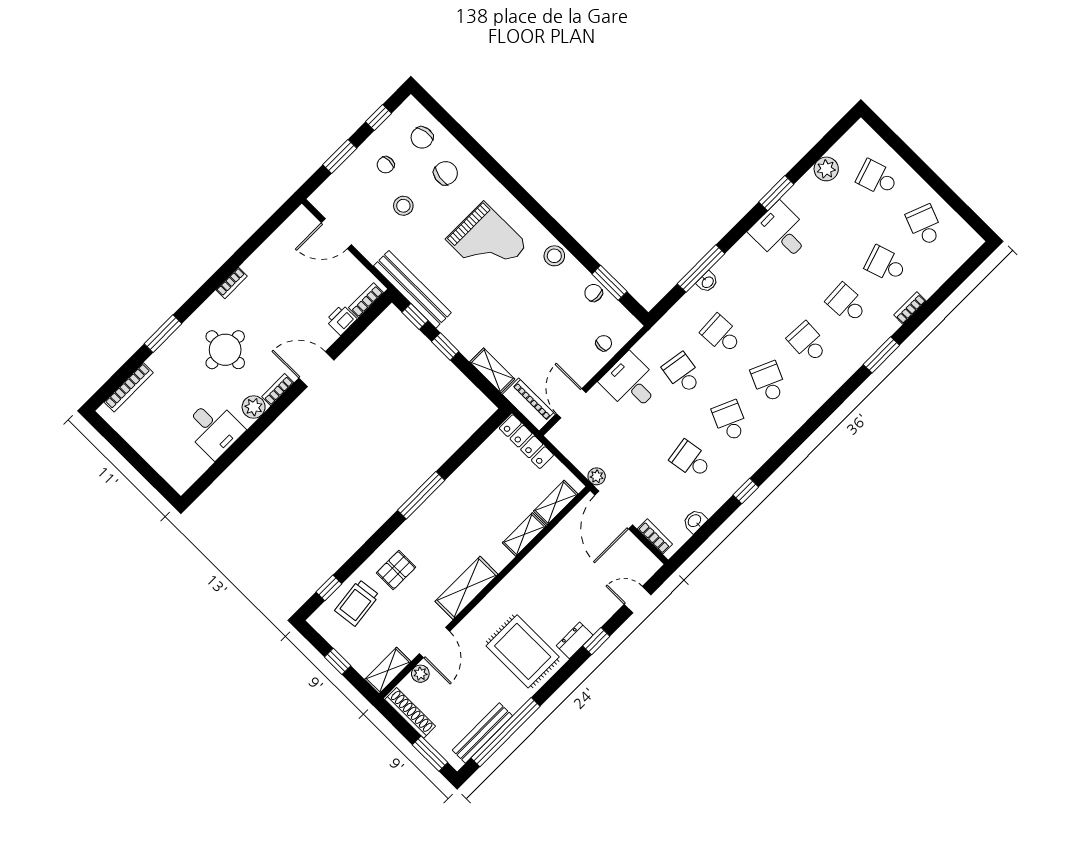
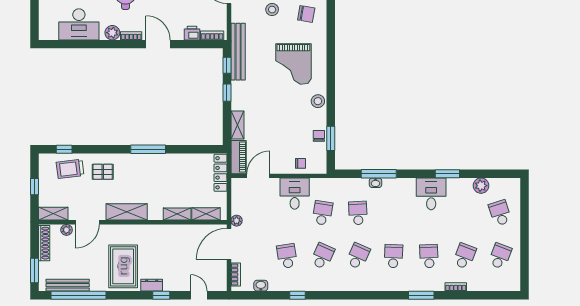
school desk: (886, 264) -> (465, 256), turned 39
desk: (214, 429) -> (79, 24), width x1.37

